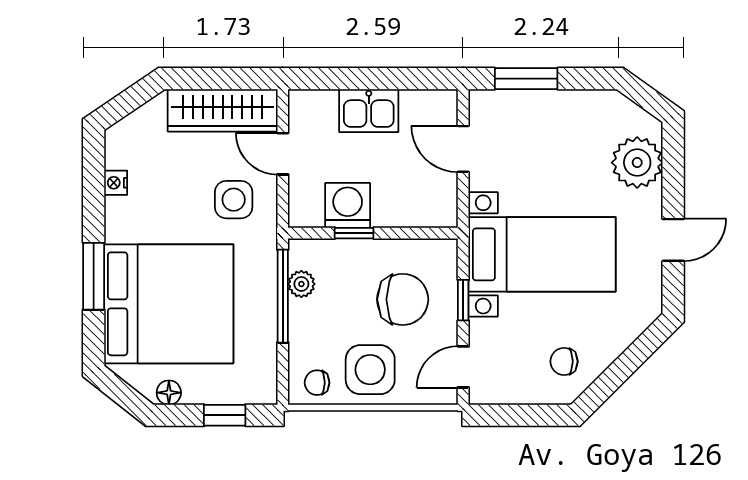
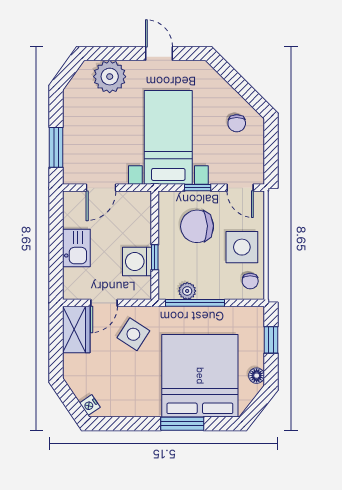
wardrobe: (223, 110) -> (76, 330), width x0.67
nightstand: (116, 183) -> (90, 405), moved, turned 56
side table: (234, 200) -> (133, 334), turned 33
chair: (403, 299) -> (197, 226), turned -92

